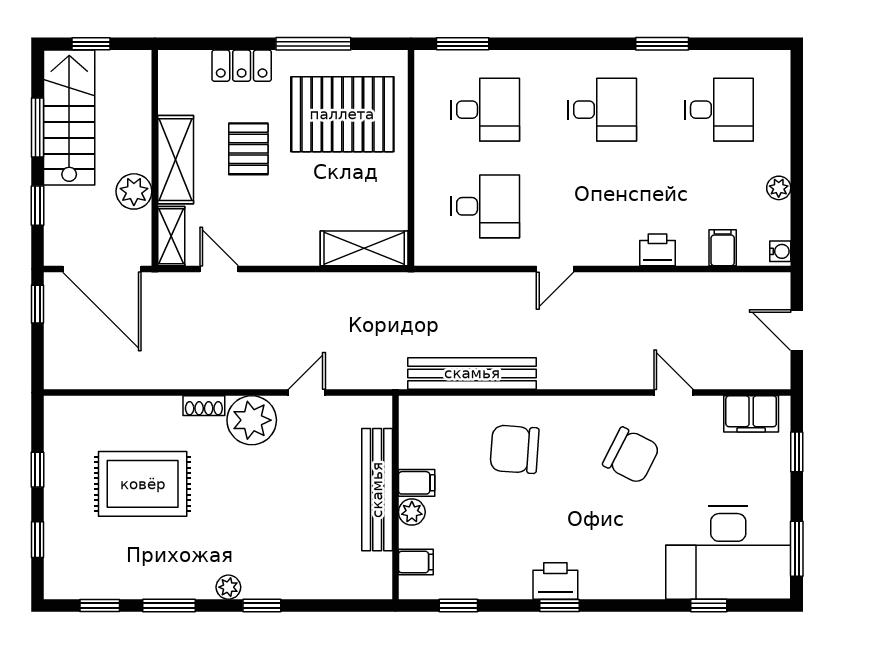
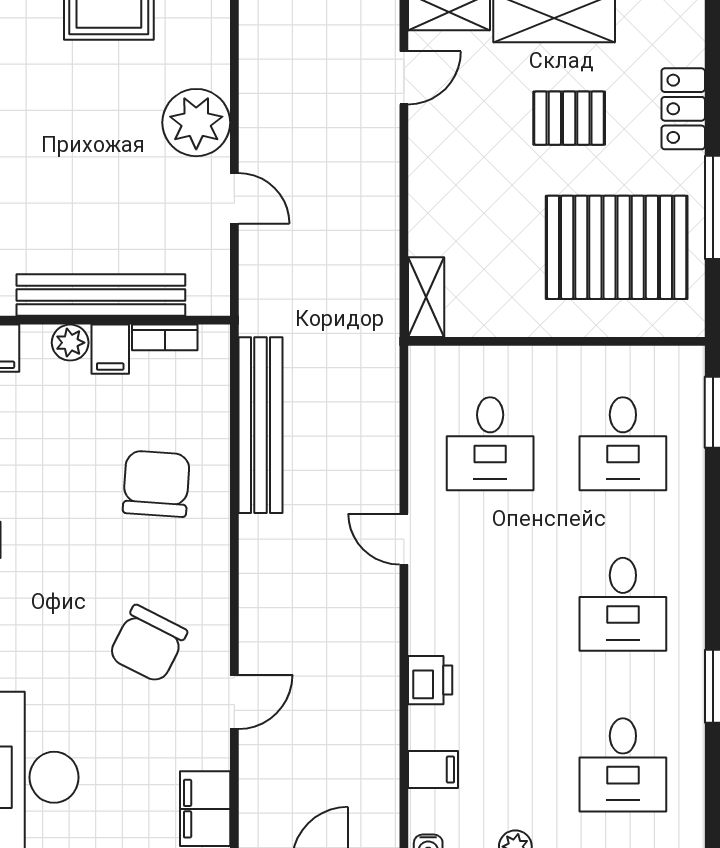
pallet: (342, 114) -> (617, 247), turned 90
shelving: (364, 248) -> (426, 297), width x0.67, depth x0.75
shoe rack: (204, 406) -> (216, 57), removed
bookcase: (408, 443) -> (165, 337), added

